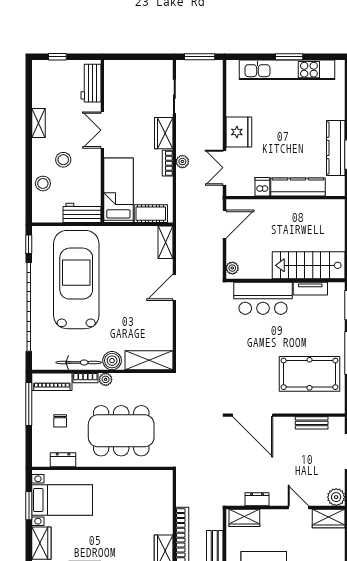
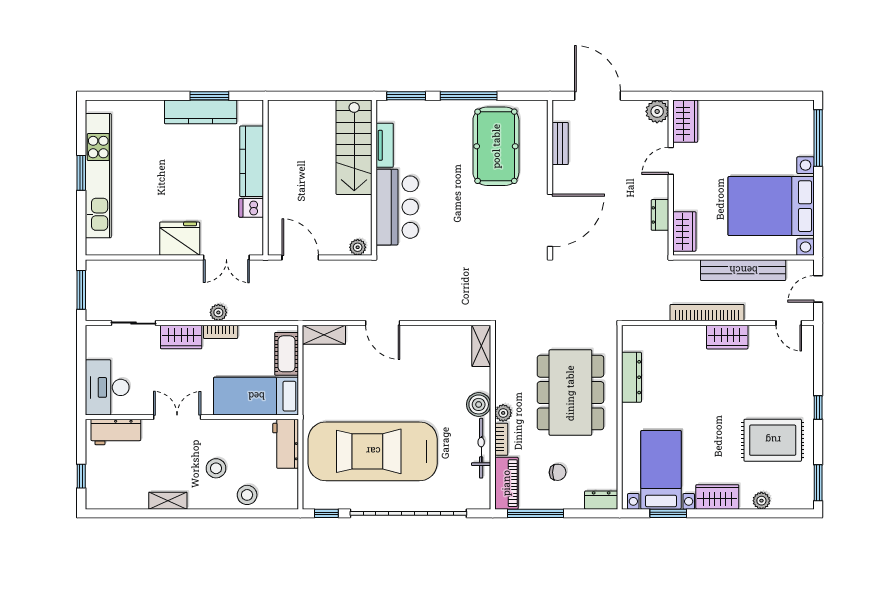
desk: (125, 76) -> (107, 387), added
double door: (102, 130) -> (177, 417), swing flipped
shelving: (149, 360) -> (481, 346), width x0.67, depth x0.75
dresser: (63, 460) -> (601, 500), moved, turned 90
dresser: (133, 477) -> (631, 377), added

